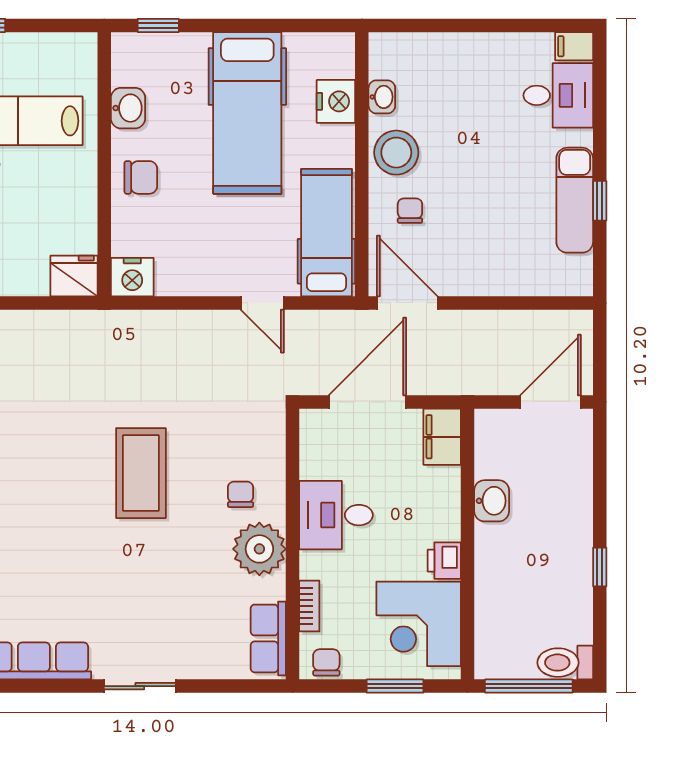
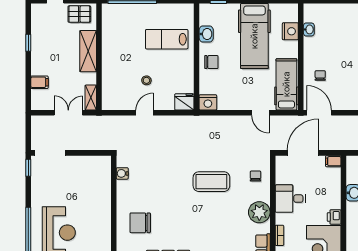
stool: (396, 153) -> (315, 52), removed
filing cabinet: (442, 437) -> (333, 161), width x0.50
coffee table: (141, 473) -> (211, 182), turned 90
chair: (241, 494) -> (255, 176), moved

